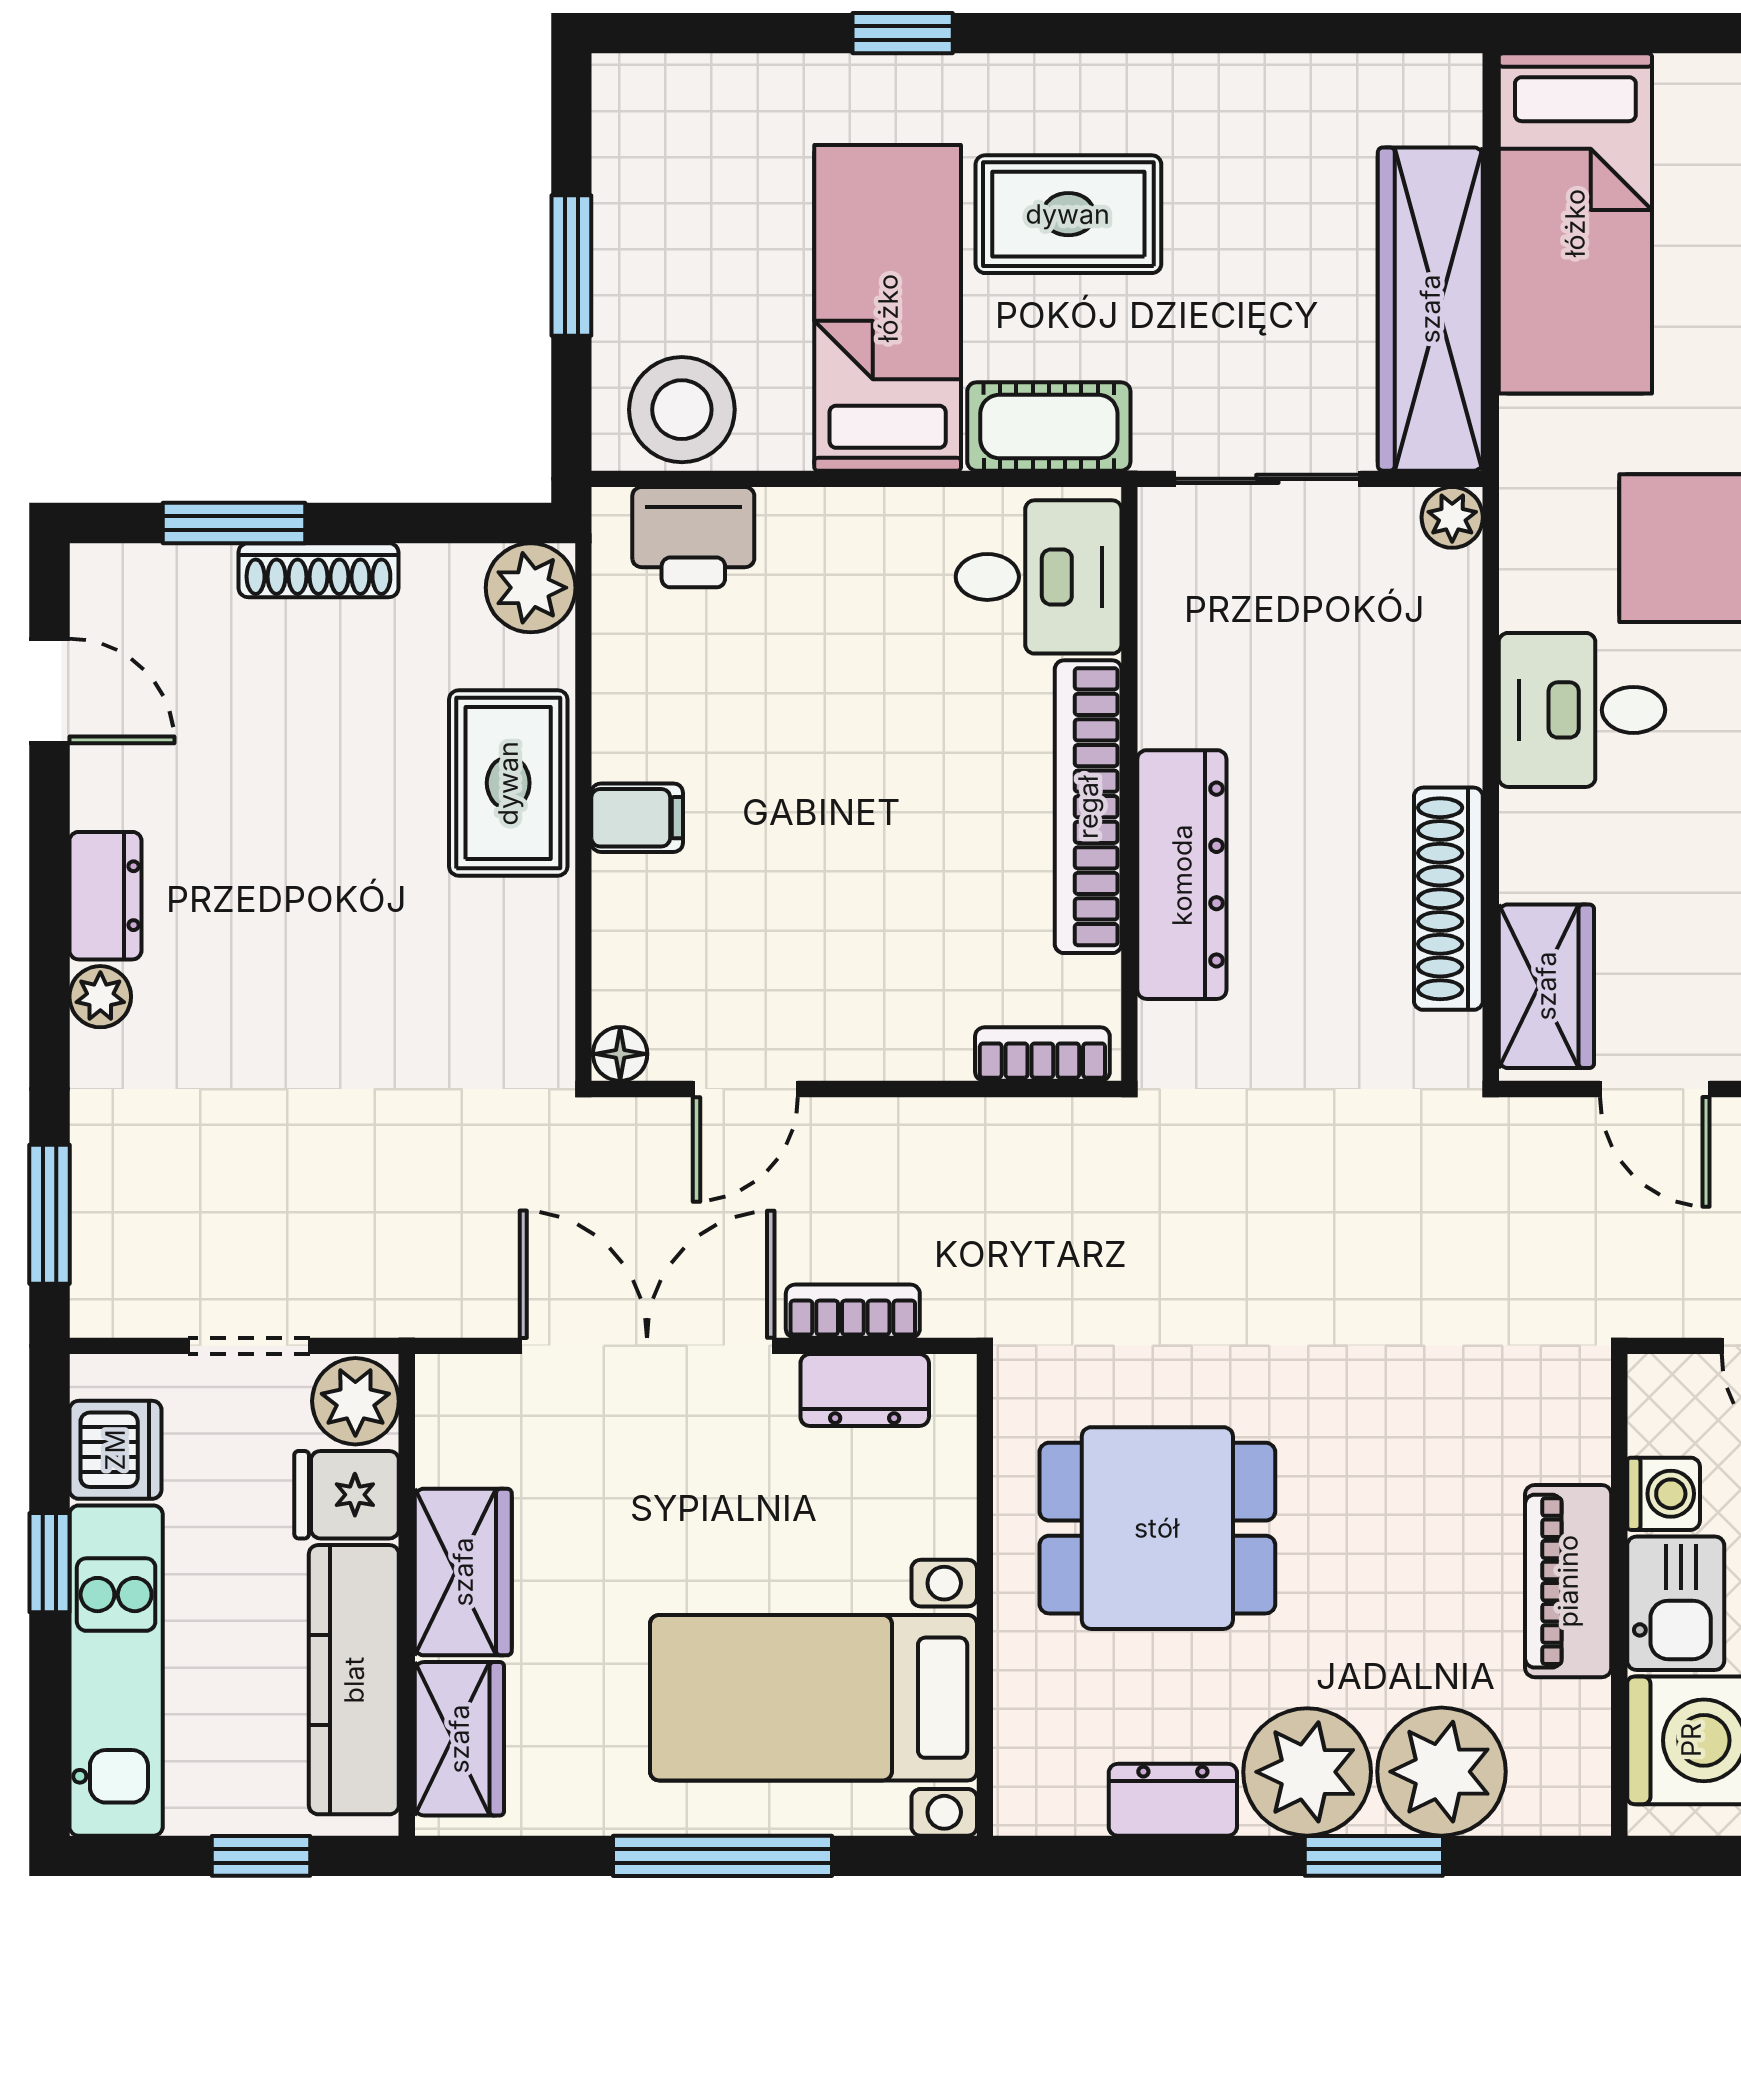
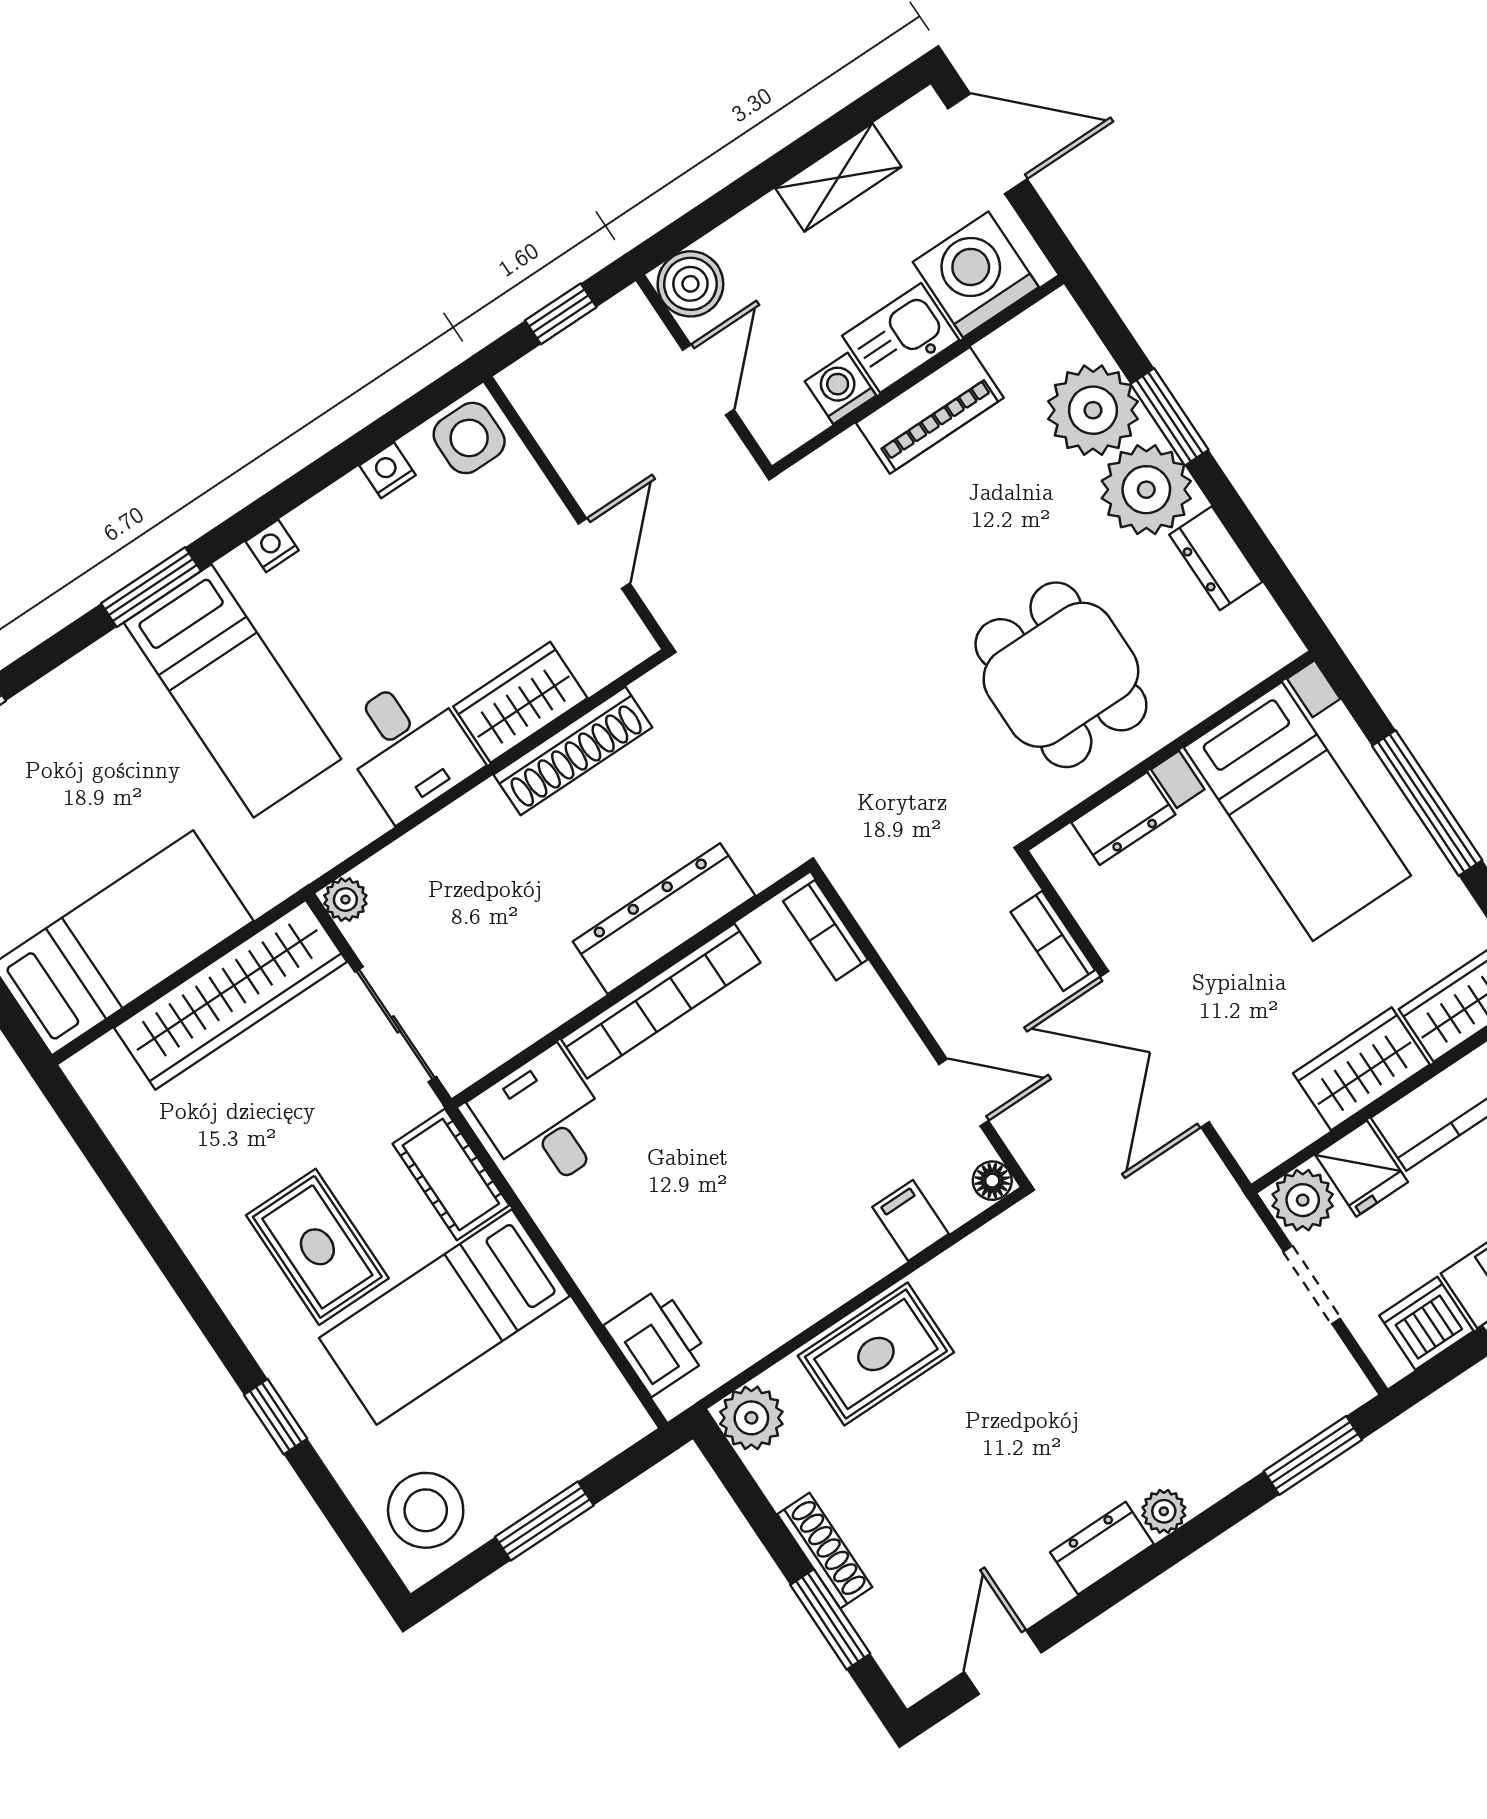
stool: (682, 410) -> (426, 1510), moved
filing cabinet: (637, 818) -> (911, 1220), moved
wardrobe: (1546, 986) -> (520, 702), moved
dresser: (865, 1390) -> (1123, 819), moved, turned 90

